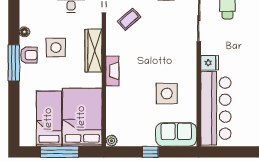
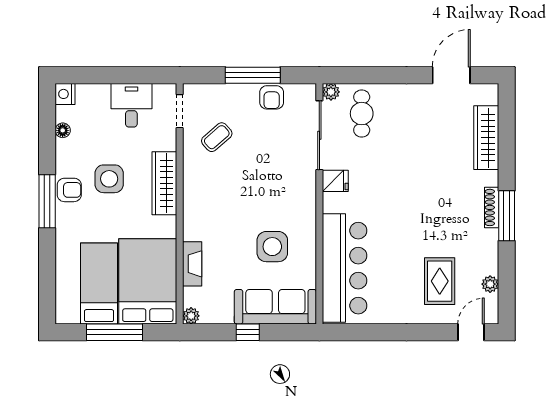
floor lamp: (24, 32) -> (63, 130), moved
fridge: (210, 63) -> (335, 181), moved
fireplace: (112, 71) -> (192, 264), moved
sofa: (176, 134) -> (275, 307), width x1.36

